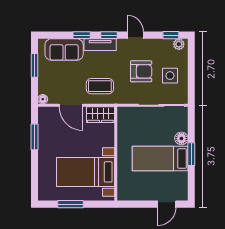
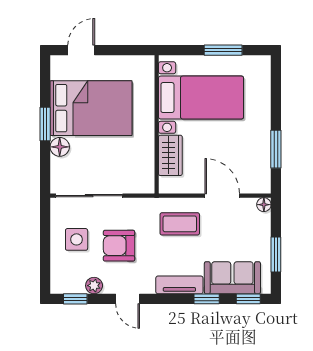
window: (109, 35) -> (248, 299), moved
plant: (179, 44) -> (94, 286), moved
wardrobe: (100, 115) -> (170, 155), moved, turned 90
bed: (160, 159) -> (91, 108), width x1.50

